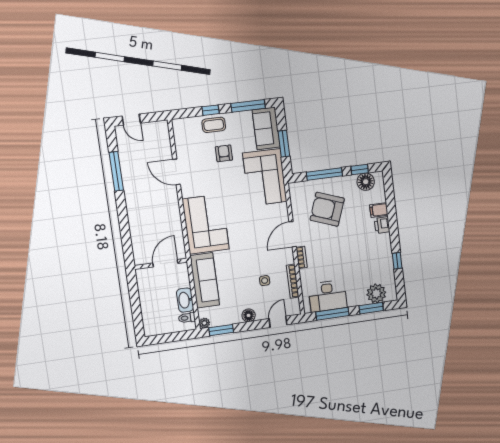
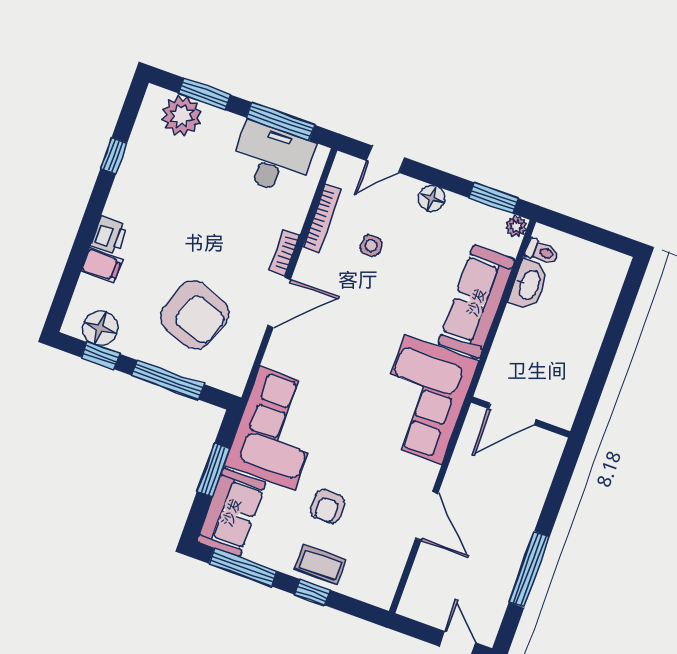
door: (165, 263) -> (512, 414), moved
wall: (161, 264) -> (521, 417), moved

